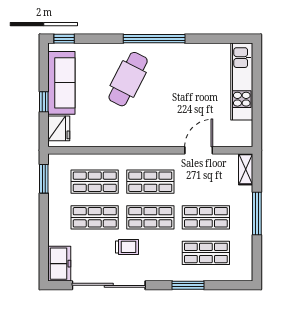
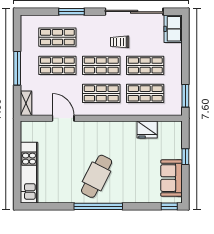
cafe table: (128, 79) -> (97, 176), moved
sofa: (61, 83) -> (171, 178), width x0.73
fridge: (59, 128) -> (147, 129), moved, turned -90
door: (199, 150) -> (63, 118), swing flipped

